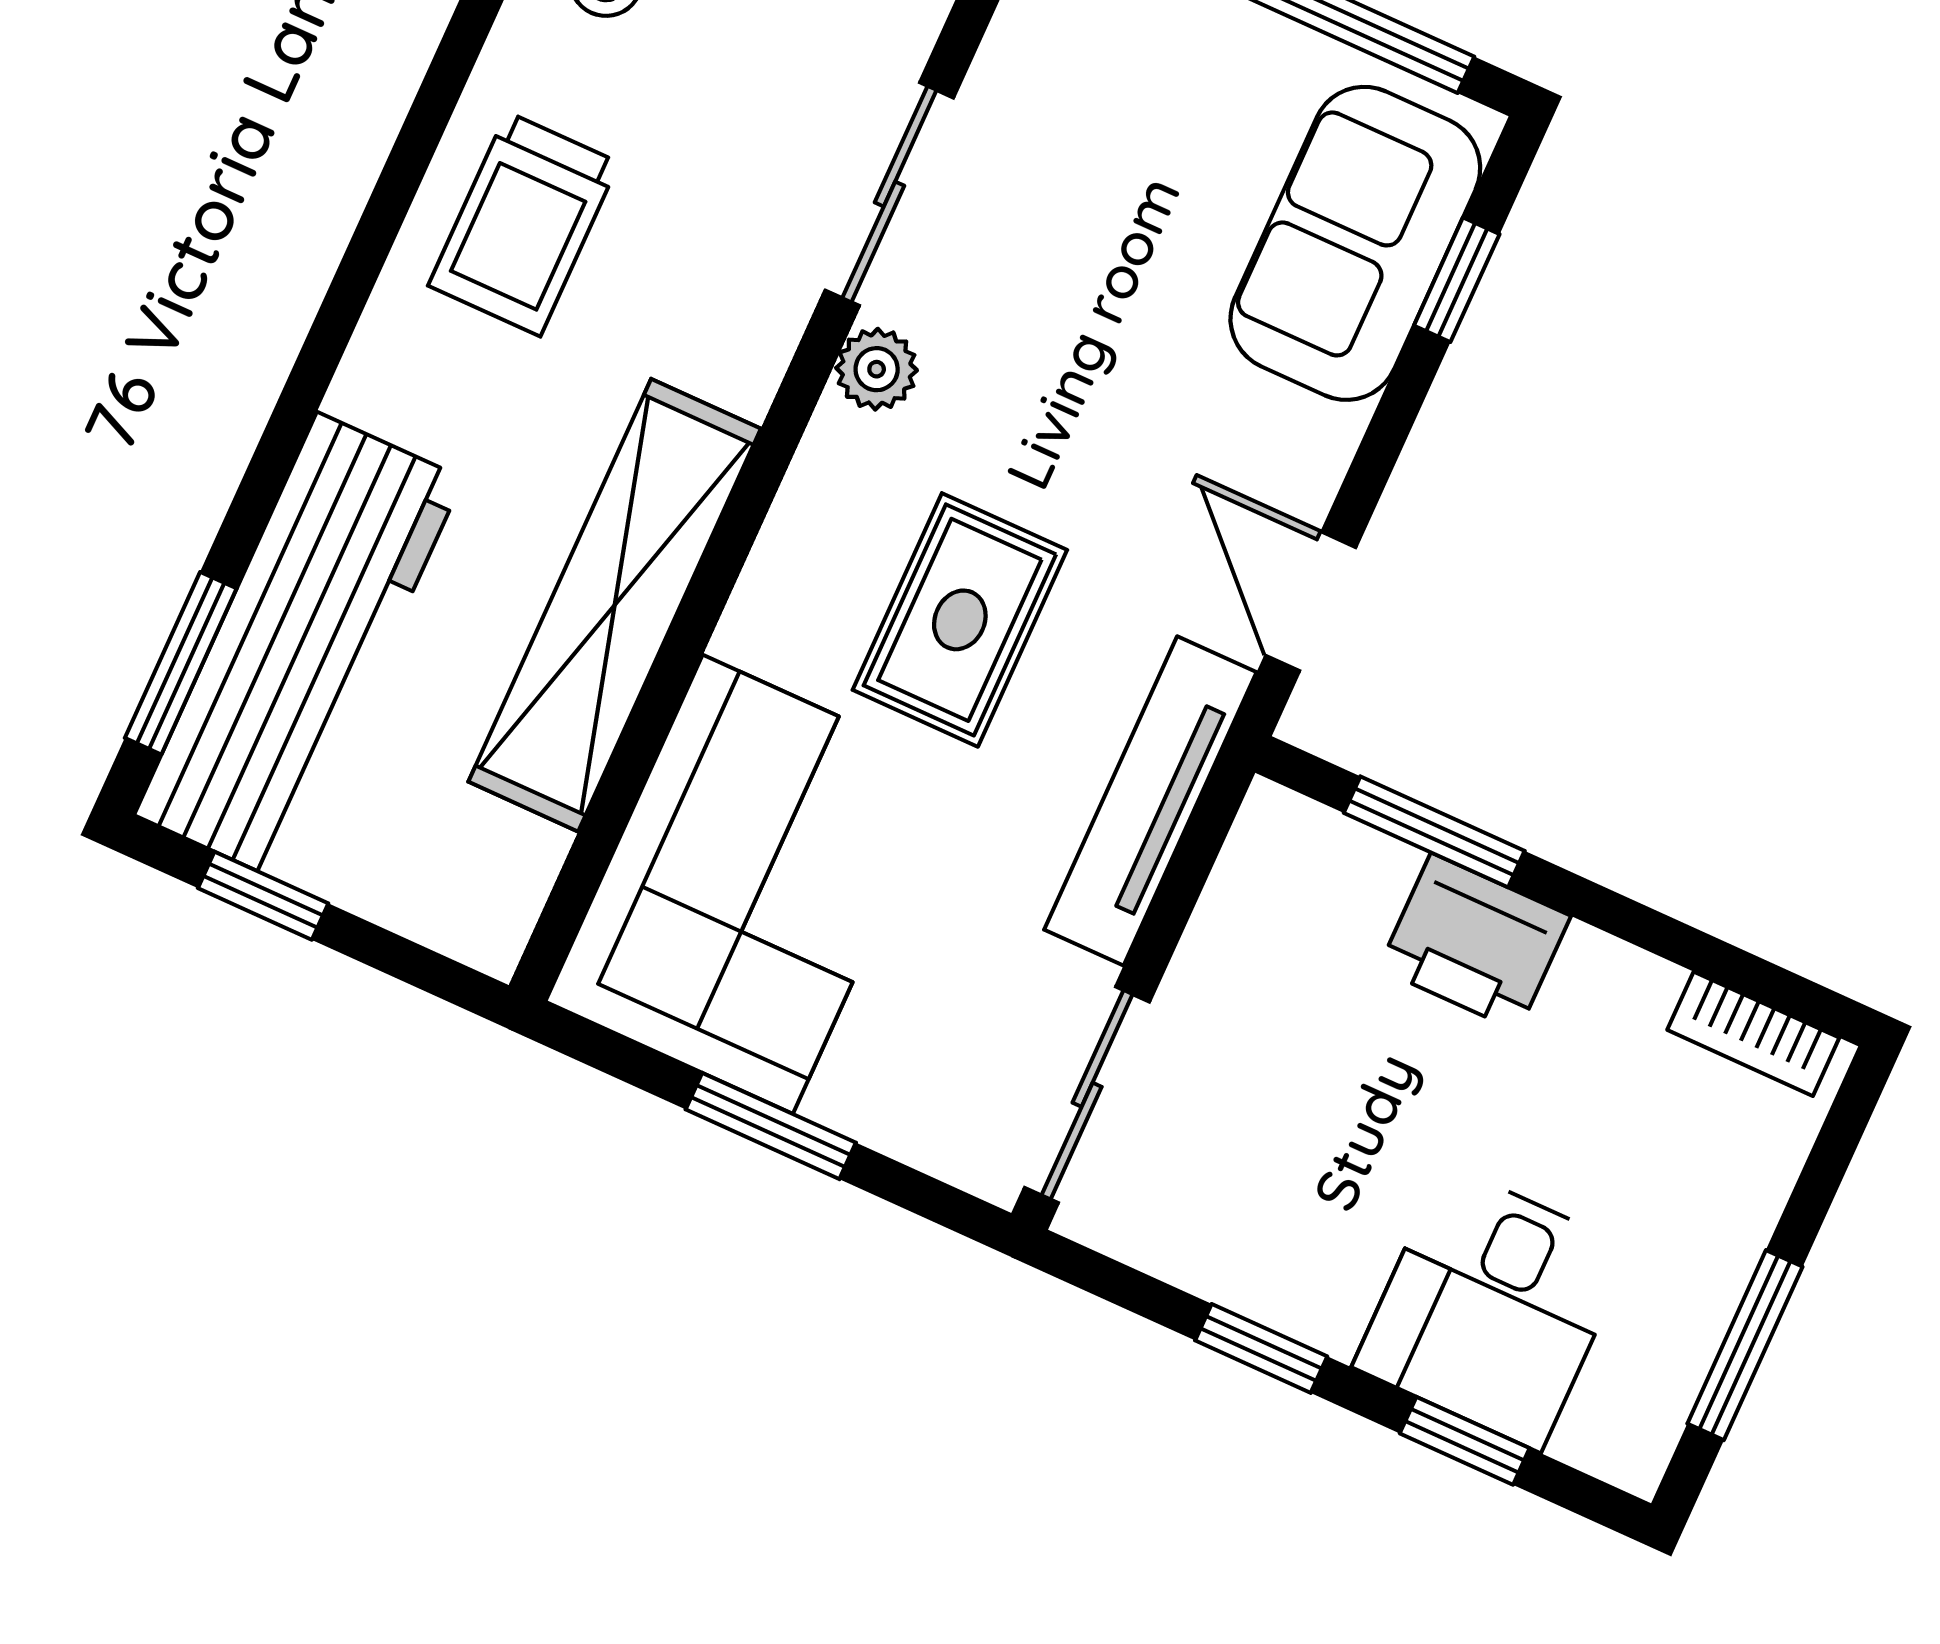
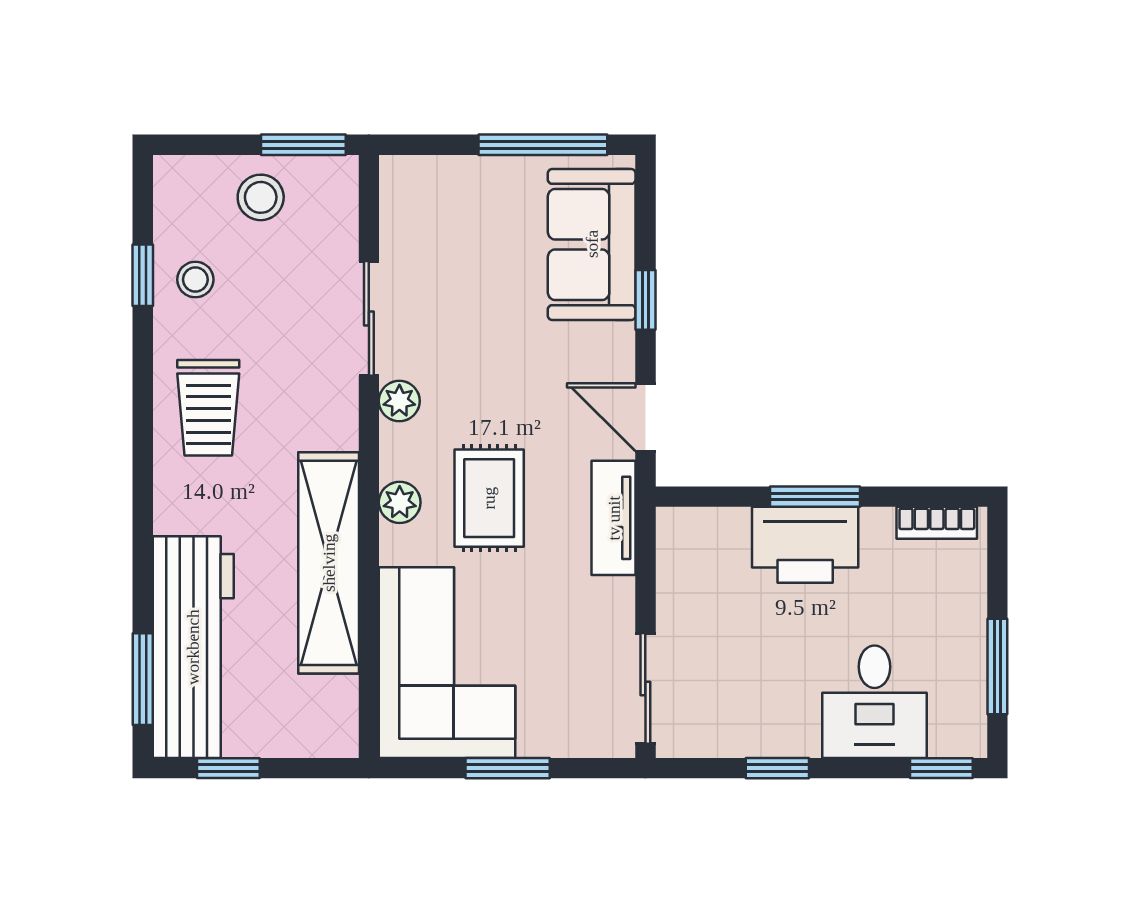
window: (1457, 280) -> (645, 300), moved
plant: (794, 554) -> (400, 502), added
tv unit: (1150, 801) -> (614, 518), width x0.71
window: (1434, 832) -> (815, 497), moved
printer: (1475, 942) -> (805, 545), width x1.37, depth x1.19
window: (1465, 1441) -> (941, 768), moved

